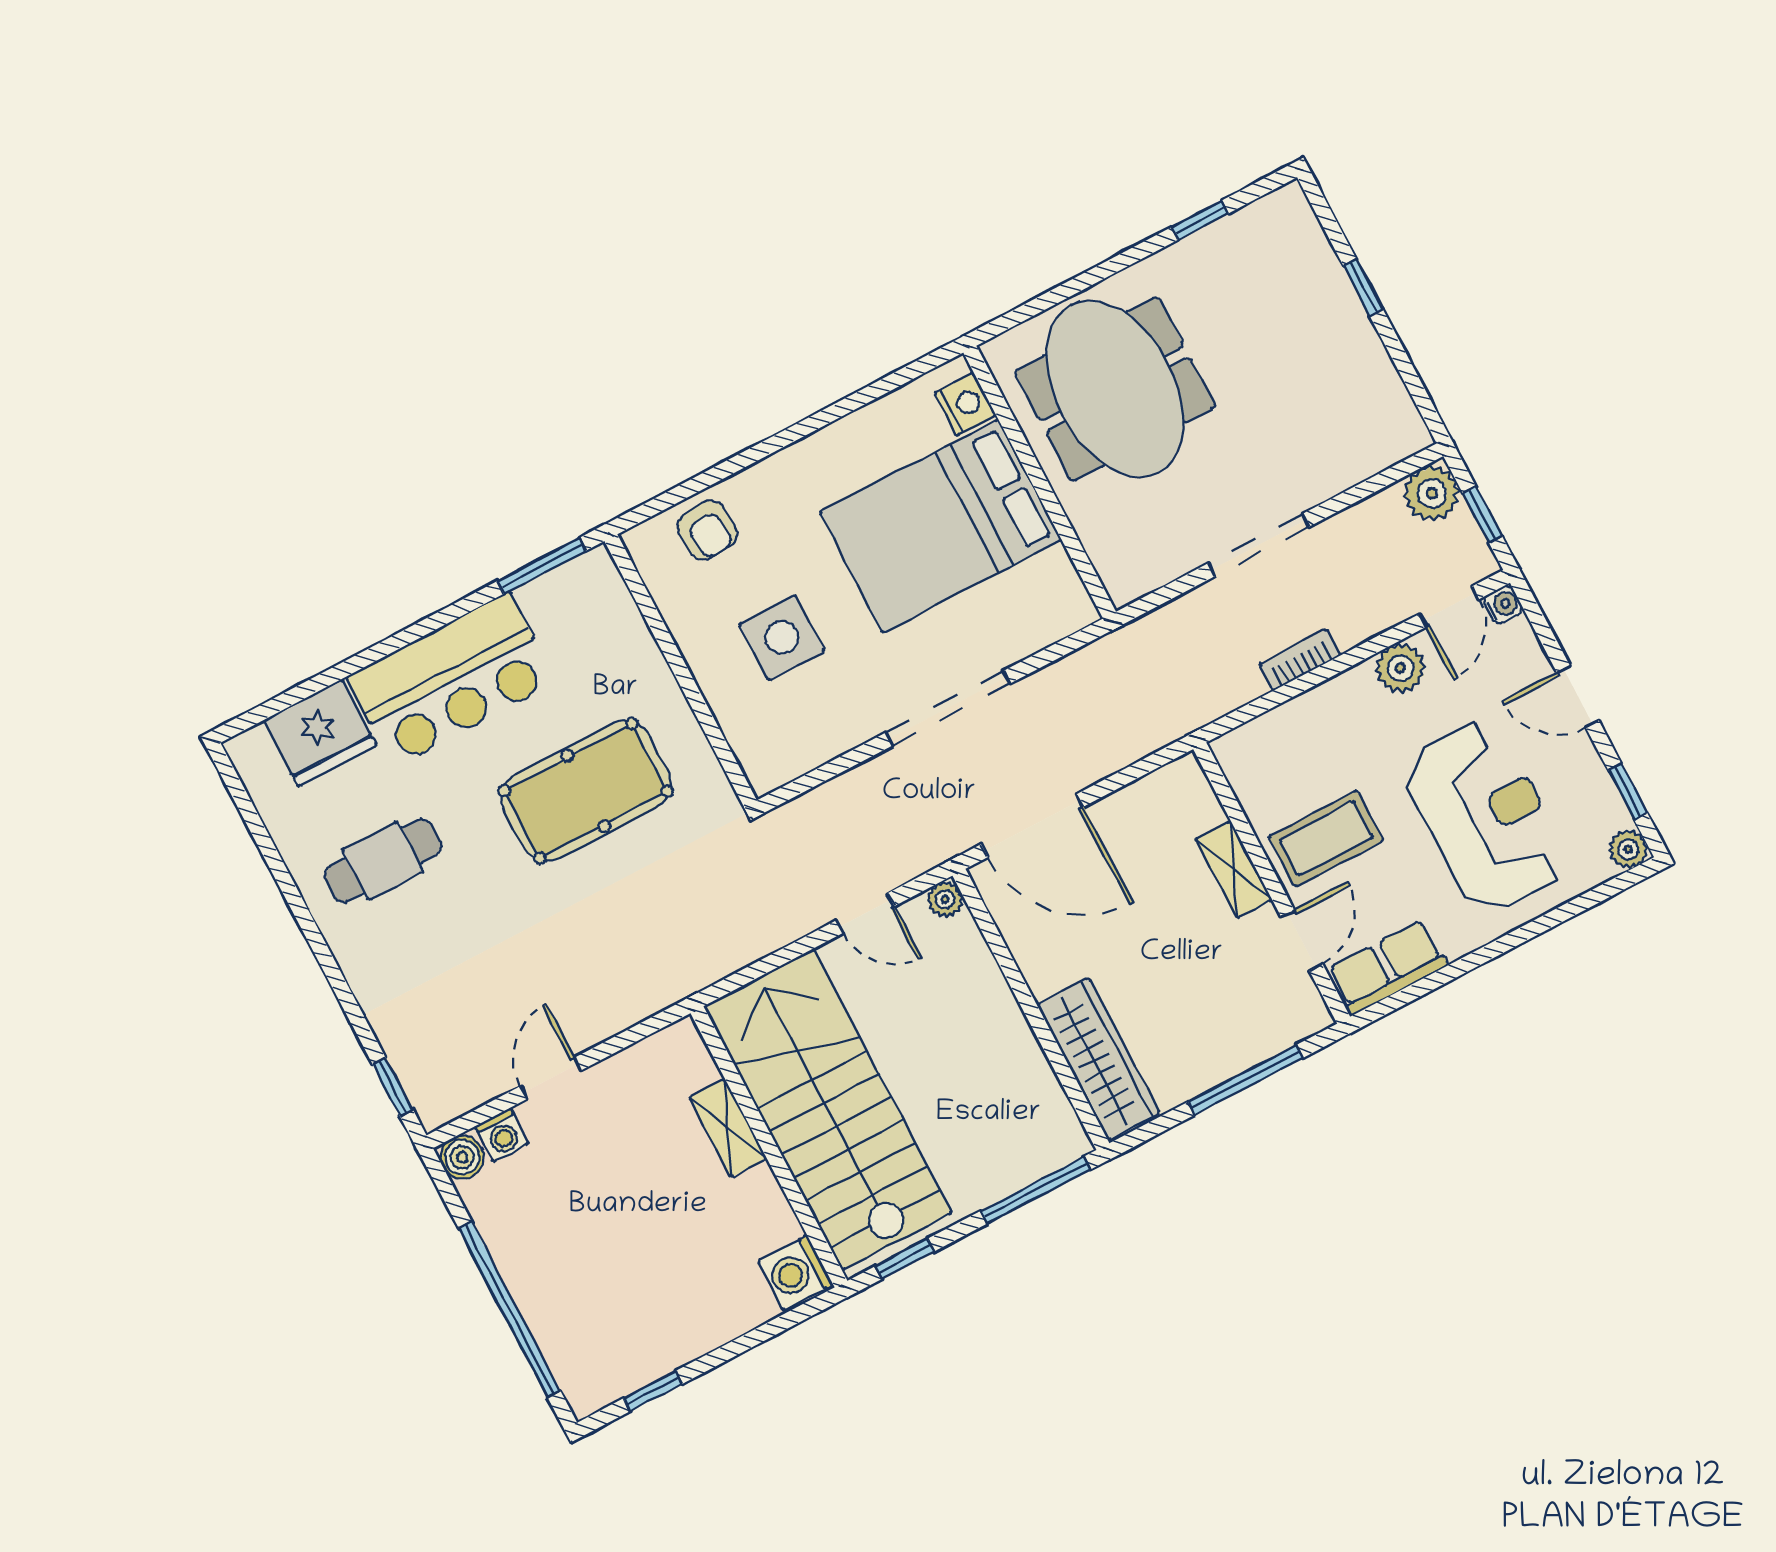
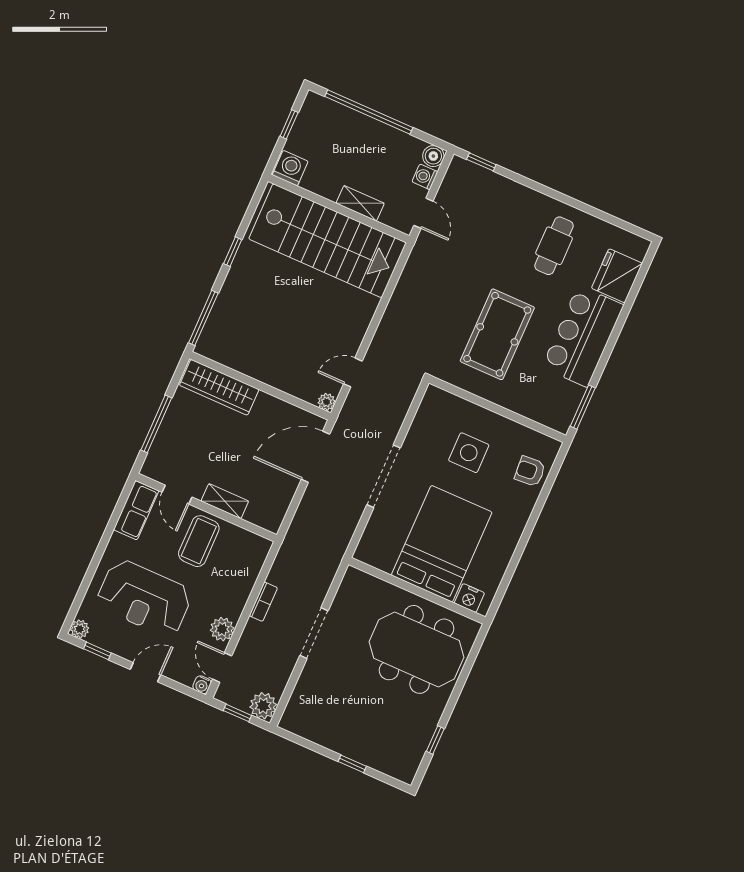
stairs: (828, 1109) -> (328, 241), moved
shelving: (728, 1128) -> (360, 203), moved
wall: (769, 1147) -> (339, 209), moved
washing machine: (795, 1273) -> (290, 168), moved

